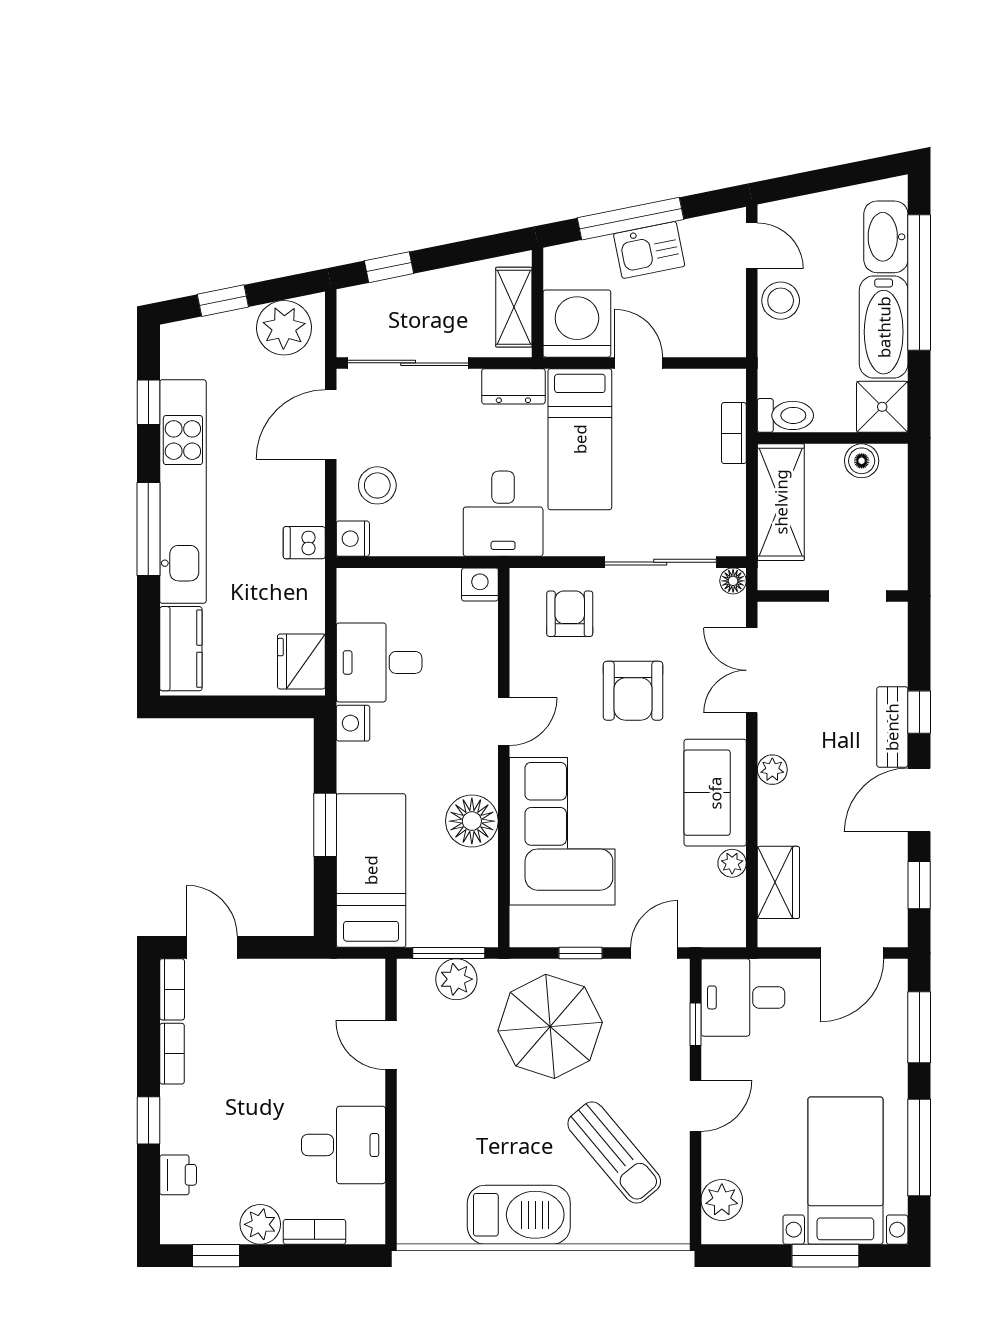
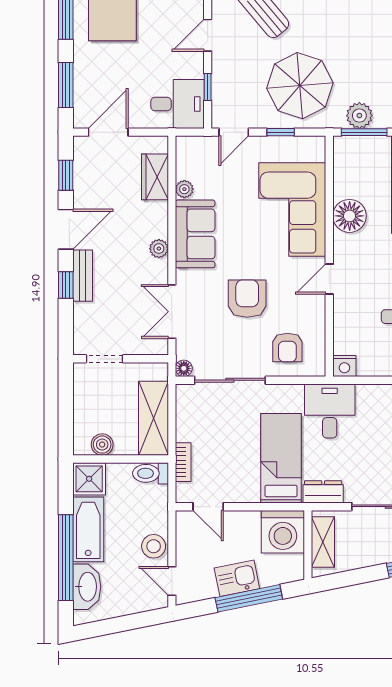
door: (639, 363) -> (208, 507), moved
double door: (752, 670) -> (172, 312), swing flipped

